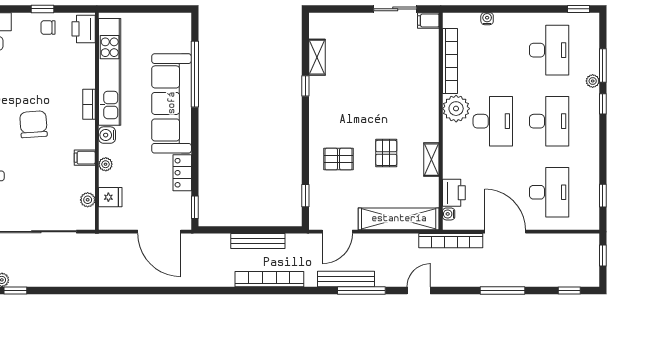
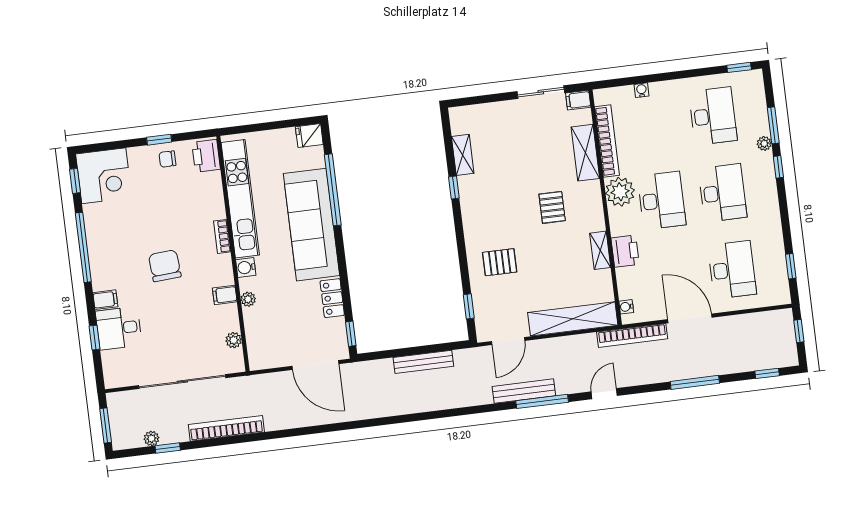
shelving: (429, 69) -> (585, 153), added
pallet: (386, 153) -> (552, 207), moved
printer: (454, 193) -> (625, 251), moved
fridge: (110, 197) -> (309, 136), moved, turned 180
bookcase: (269, 279) -> (226, 428), moved

